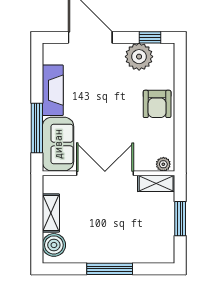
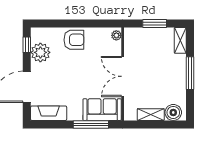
fireplace: (53, 90) -> (49, 113), moved
shelving: (156, 183) -> (180, 40), moved

